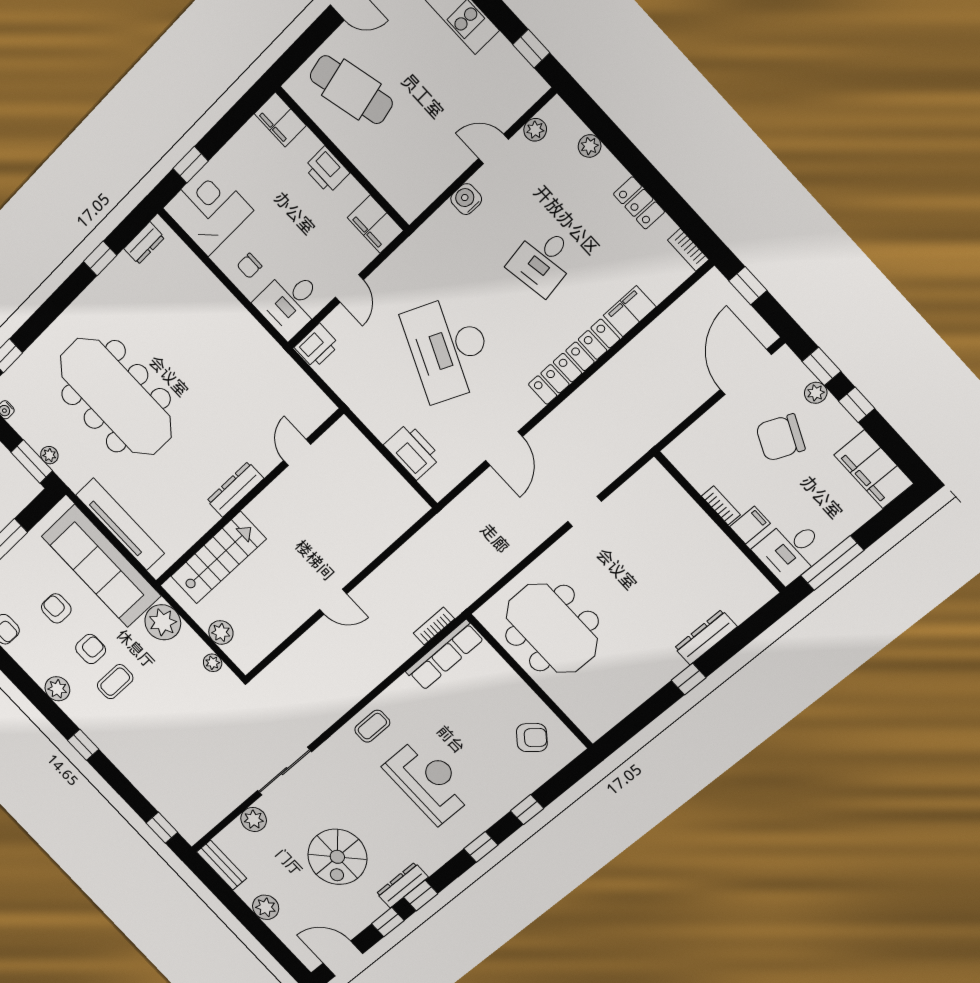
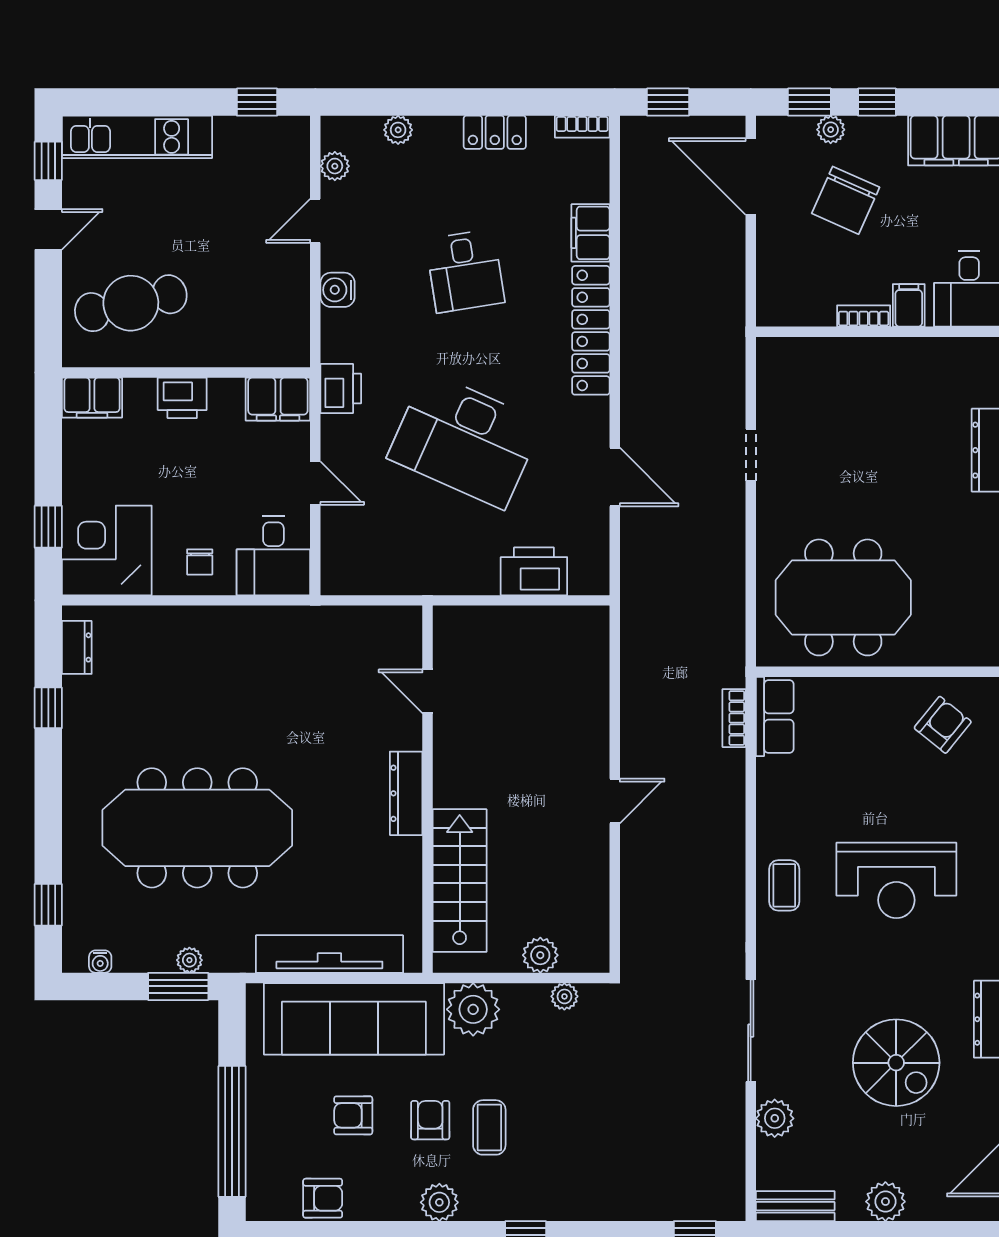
printer: (317, 346) -> (341, 388), moved
row of seats: (445, 655) -> (775, 717), width x0.68
reception desk: (428, 781) -> (896, 880), turned 180

